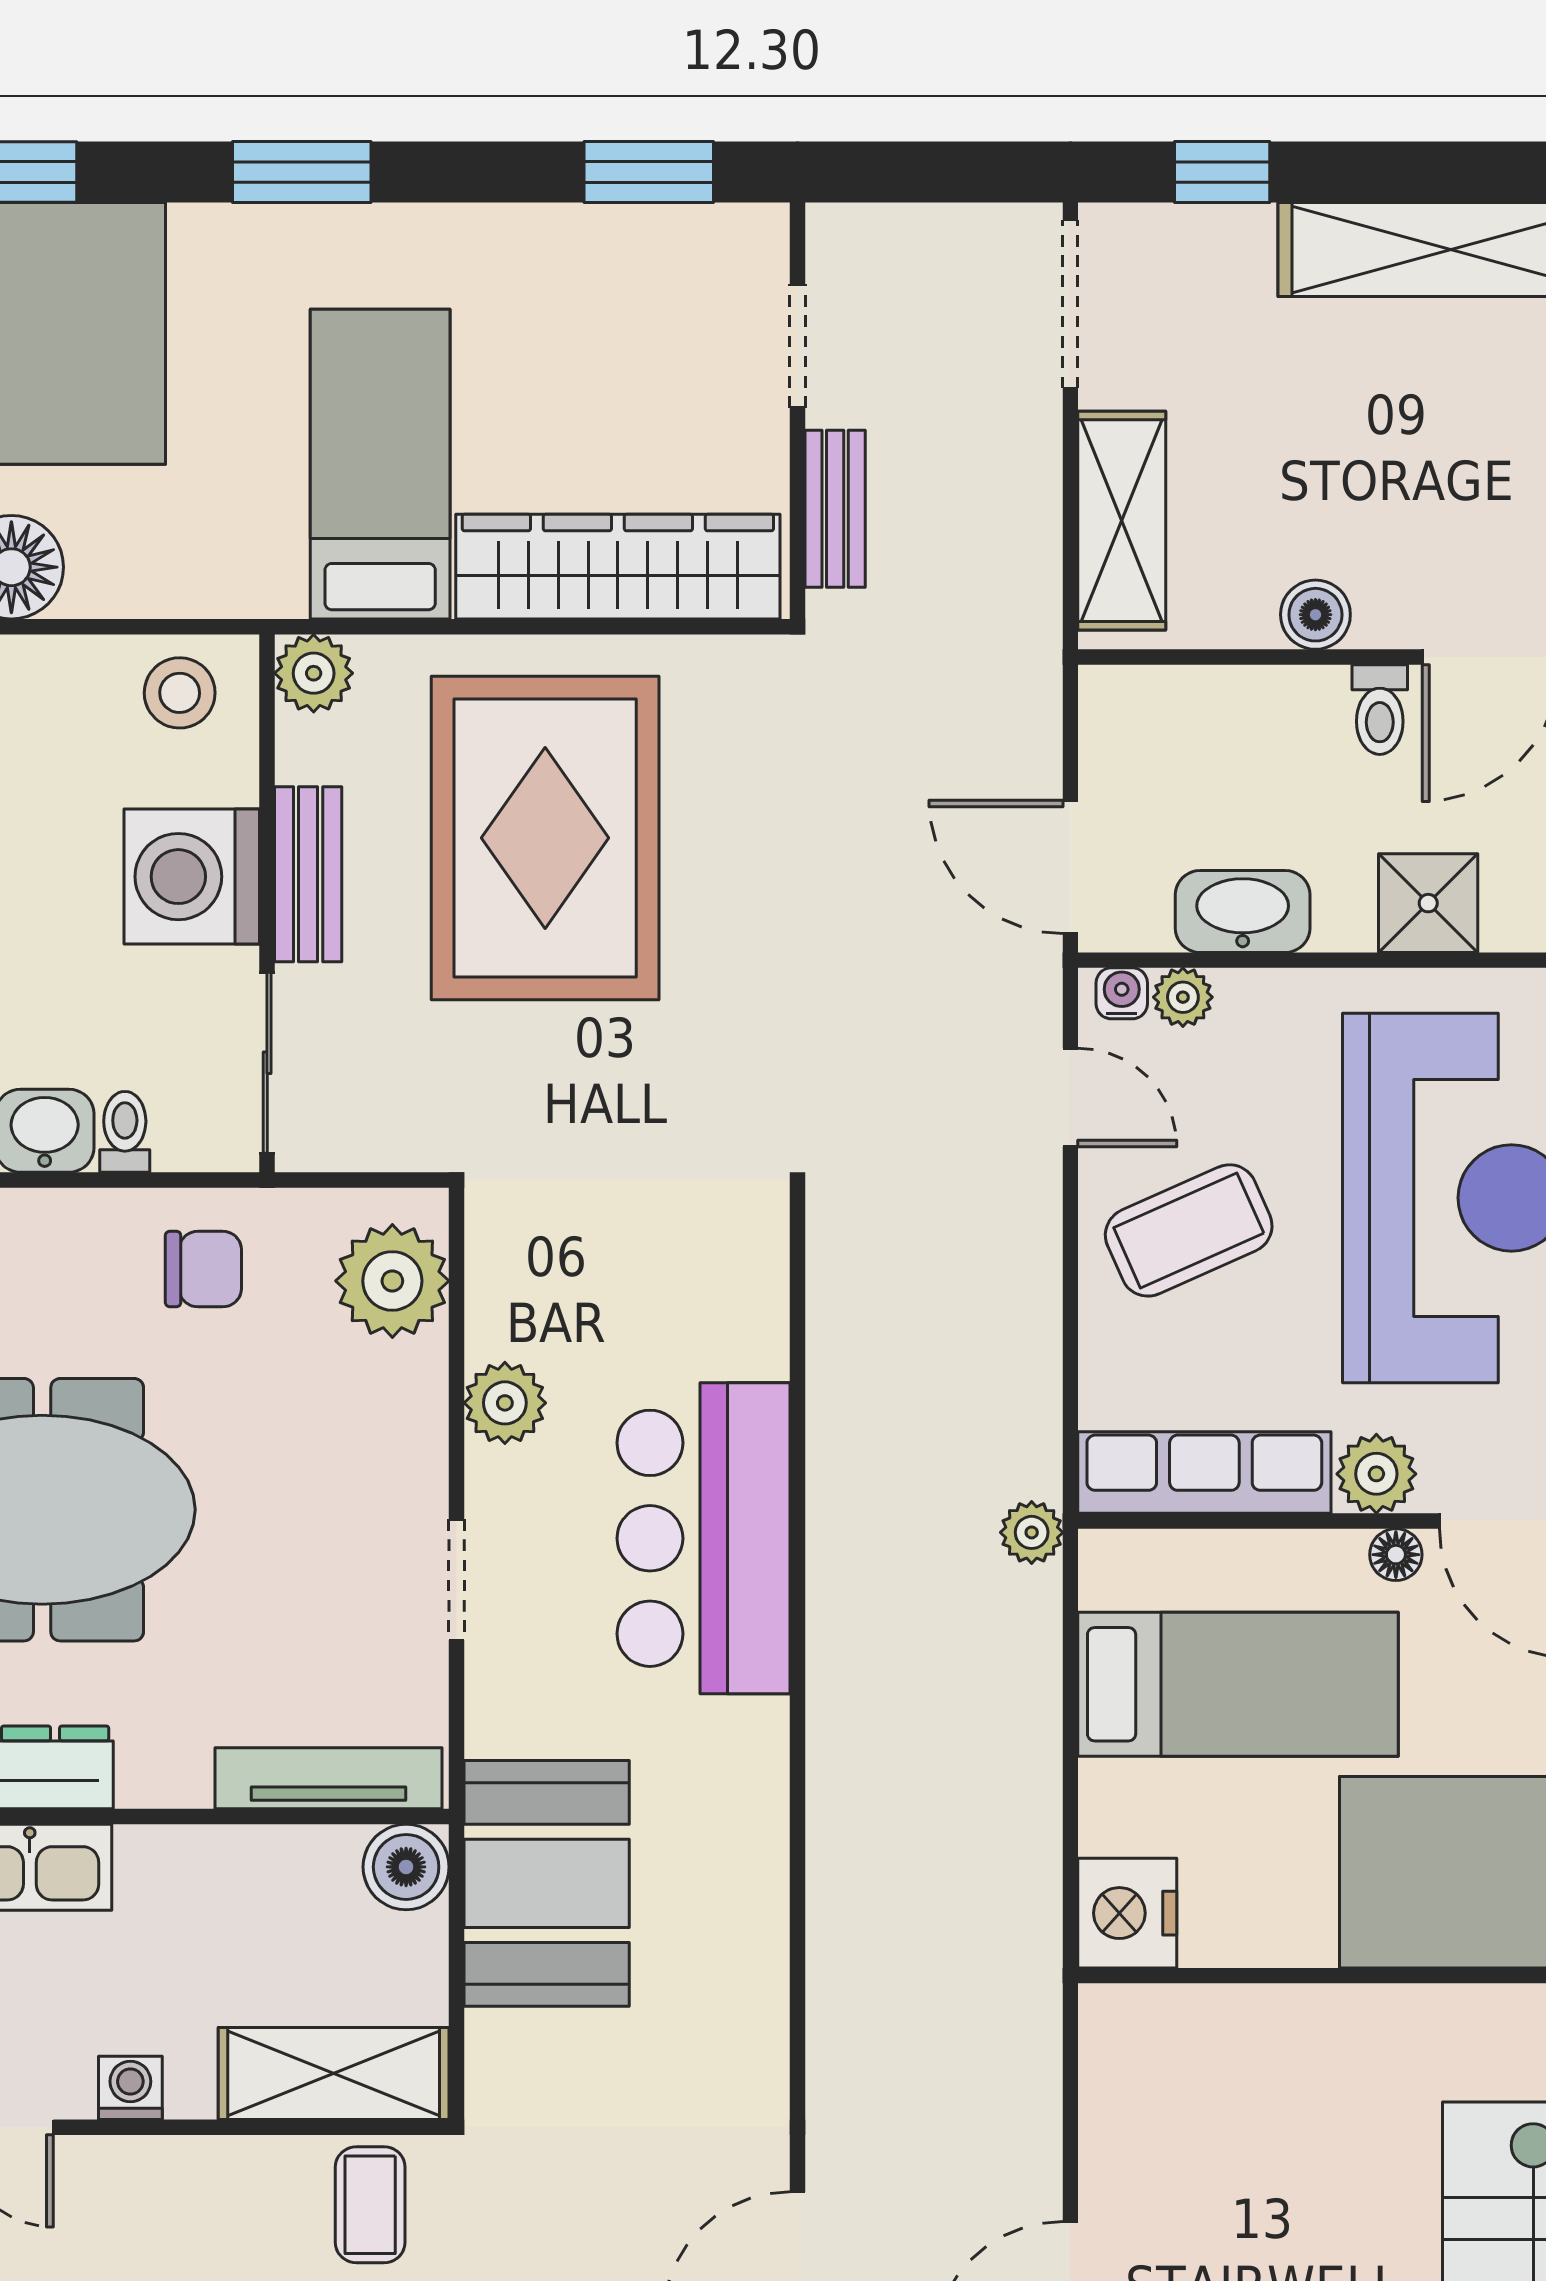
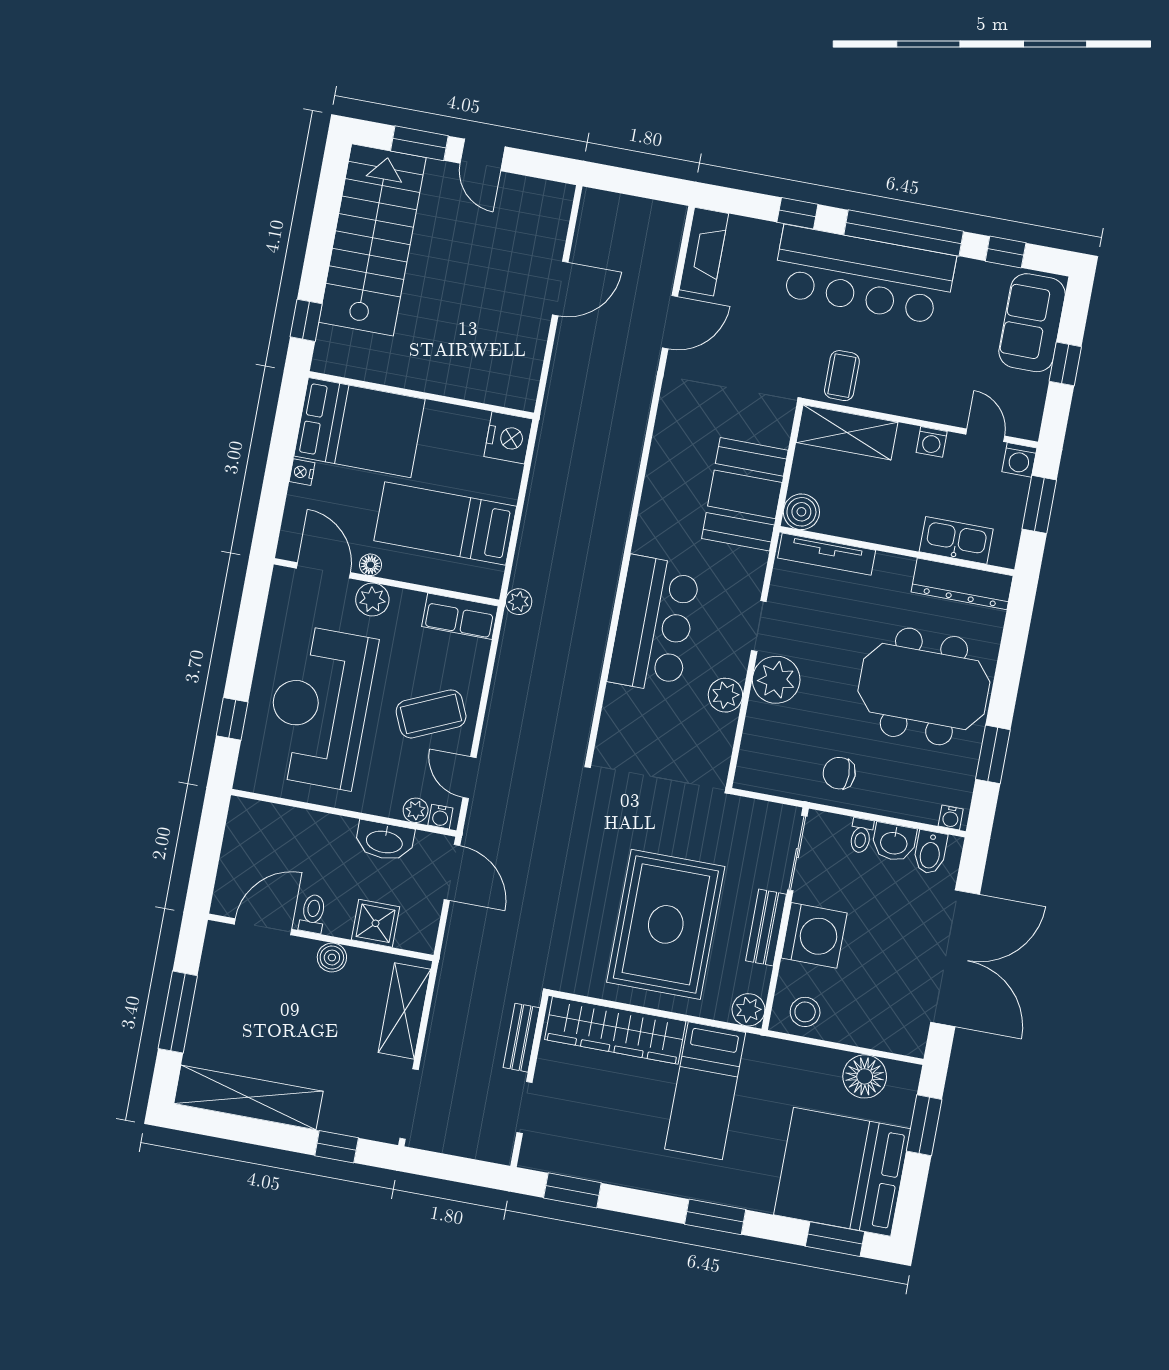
shower: (1428, 903) -> (376, 923), moved
plant: (392, 1281) -> (776, 680), moved
row of seats: (1204, 1472) -> (460, 616), width x0.68

